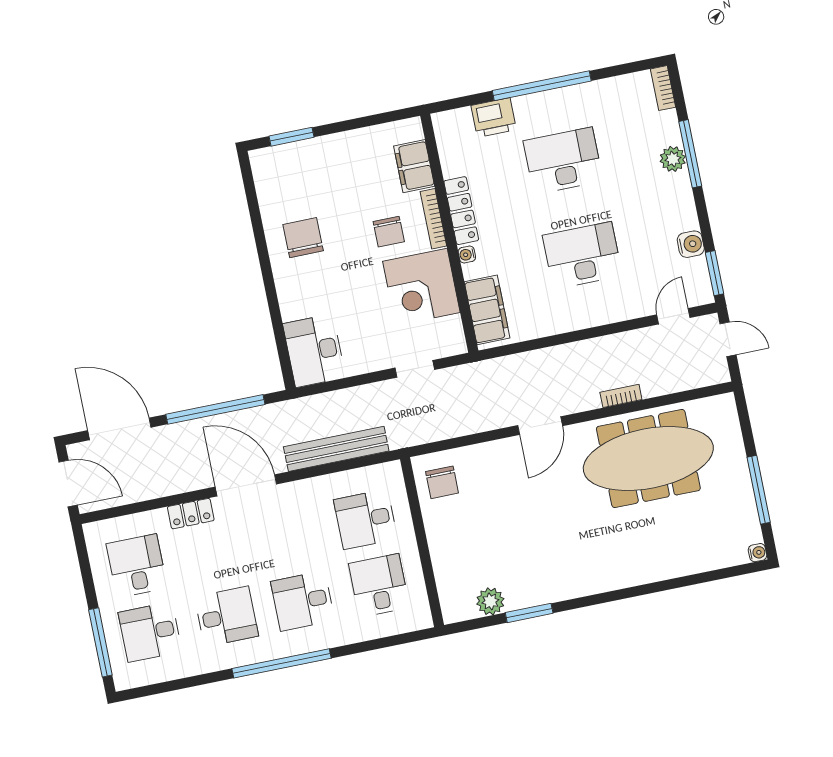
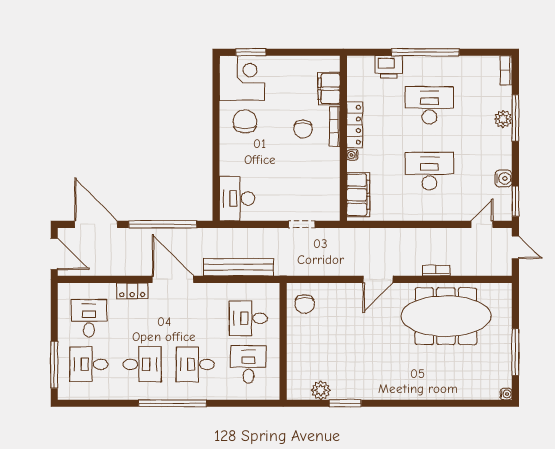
corner desk: (421, 287) -> (242, 78), moved, turned 180

